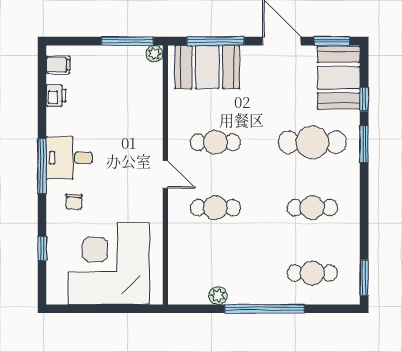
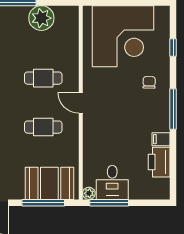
filing cabinet: (58, 65) -> (161, 139), moved
printer: (56, 95) -> (159, 162), width x1.87, depth x1.48
desk: (69, 158) -> (112, 182), moved, turned 90
plant: (218, 296) -> (41, 18), width x1.88, depth x1.88

